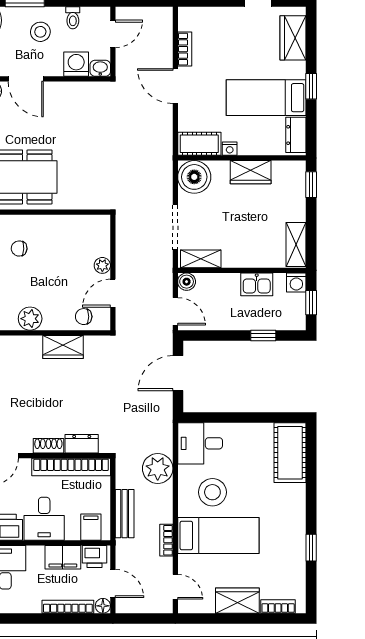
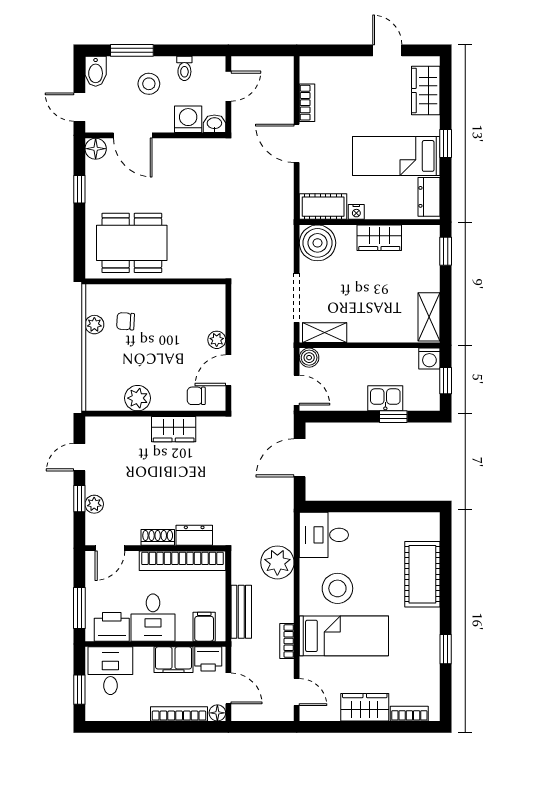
kitchen sink: (257, 284) -> (385, 398), moved, turned 180
cot: (290, 453) -> (422, 574), moved

